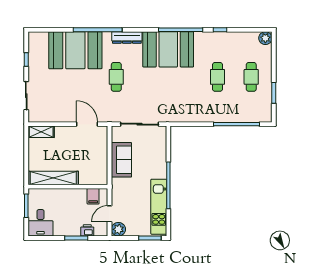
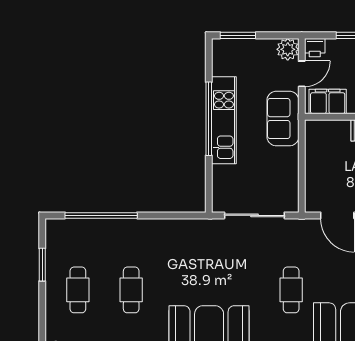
sofa: (121, 160) -> (283, 119), moved
filing cabinet: (93, 196) -> (328, 101), width x2.00
kitchen unit: (159, 207) -> (224, 120), moved
printer: (87, 230) -> (315, 48), moved

